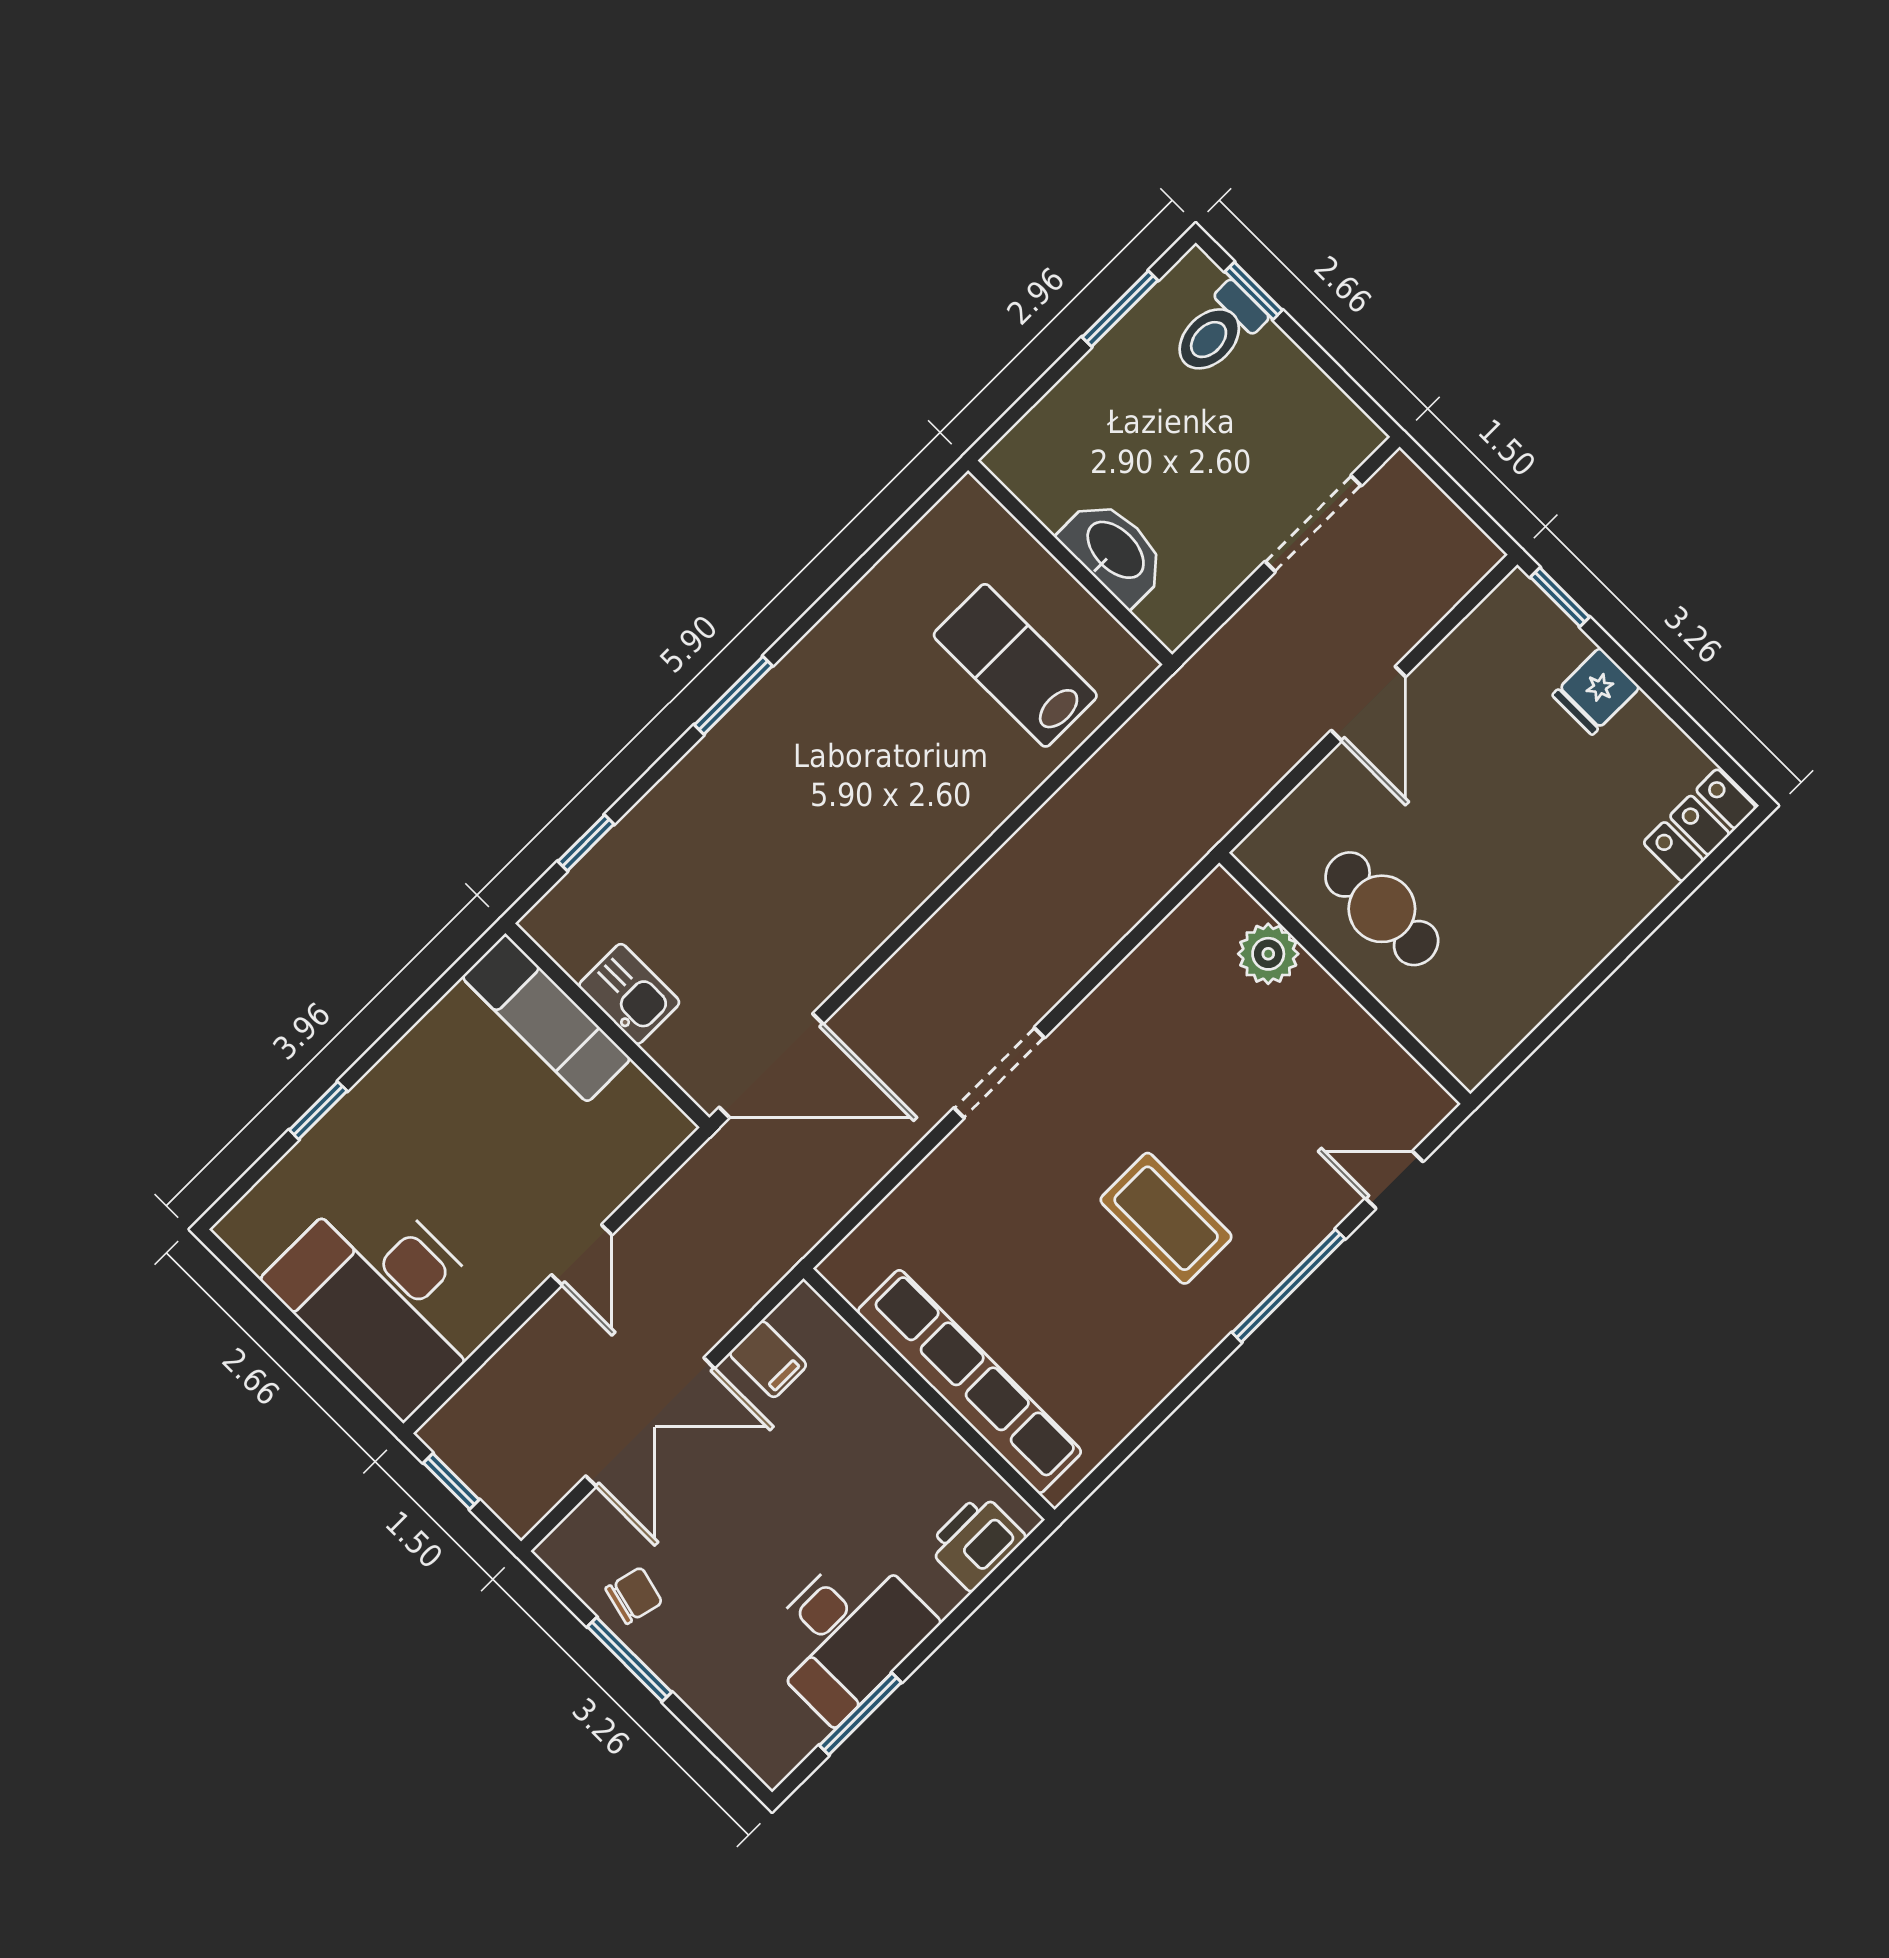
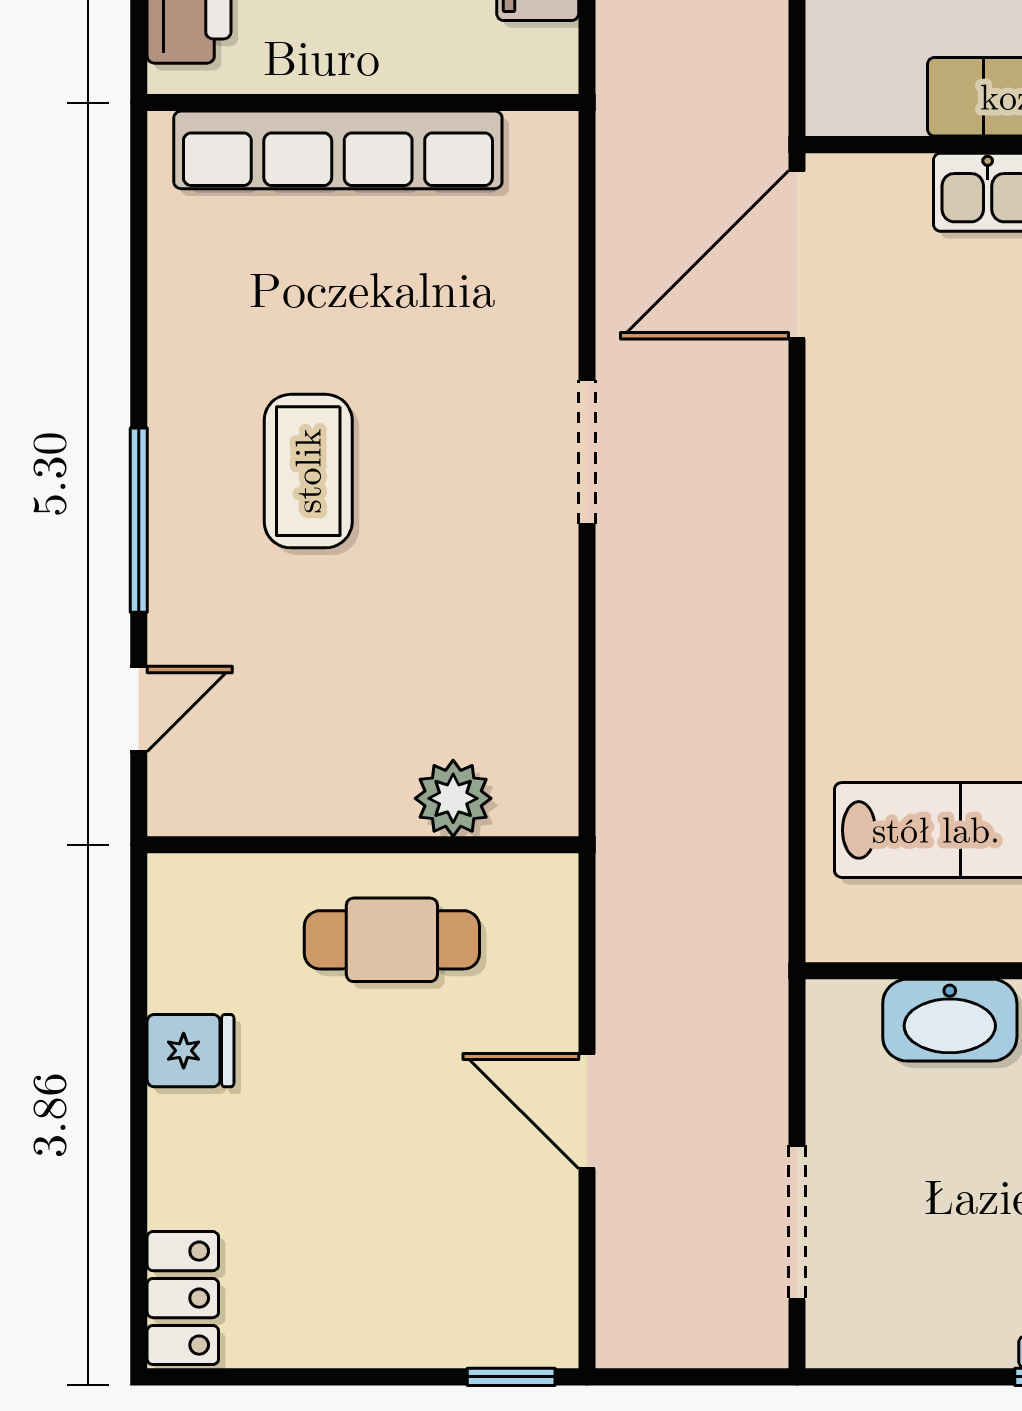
fridge: (1596, 691) -> (190, 1051), moved, turned 90
coffee table: (1166, 1218) -> (308, 471), turned 90

